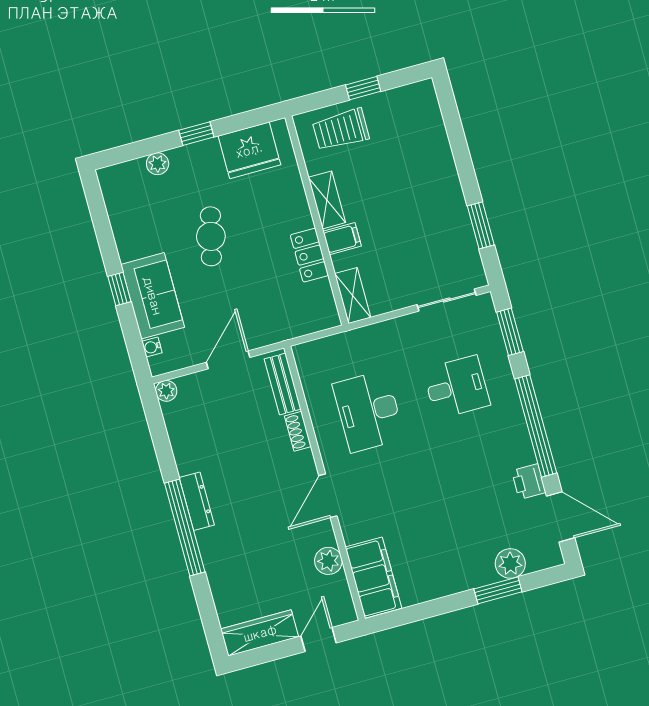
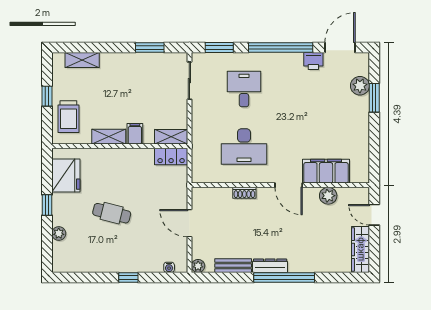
shelving: (433, 127) -> (82, 60), added
locker: (309, 255) -> (171, 156), moved
sofa: (153, 296) -> (138, 258), removed
bench: (283, 384) -> (233, 266), moved
filing cabinet: (373, 578) -> (326, 171), moved

